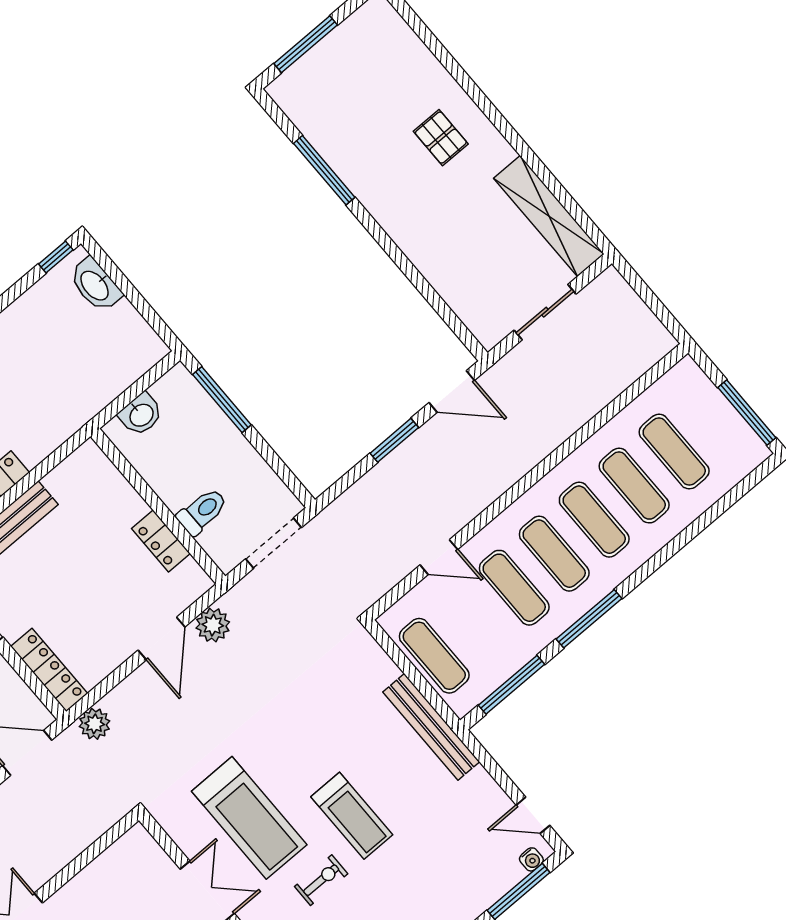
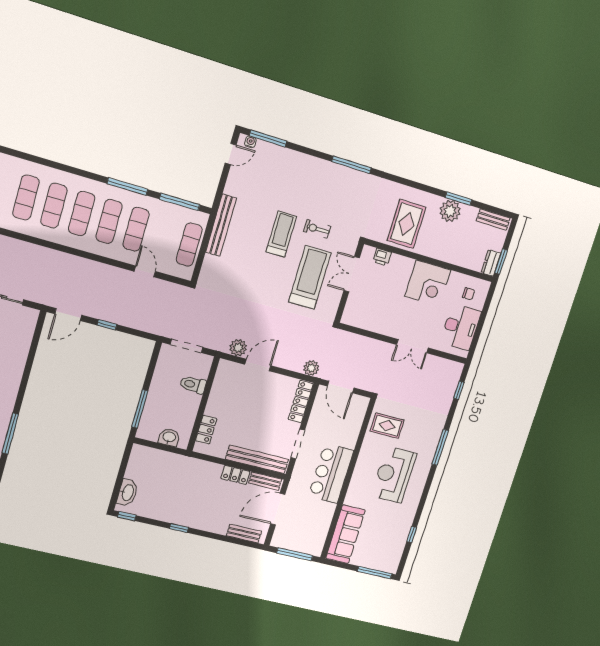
door: (452, 392) -> (68, 314), swing flipped
window: (394, 440) -> (107, 325), width x0.67
locker: (161, 541) -> (206, 430), moved
door: (533, 815) -> (231, 154), hinge flipped

